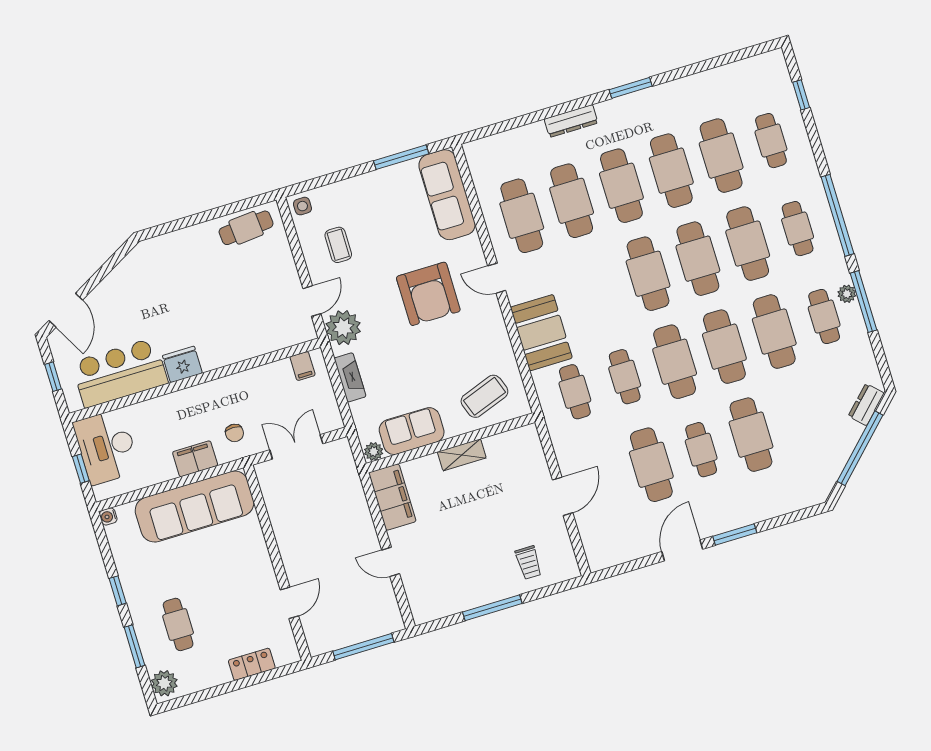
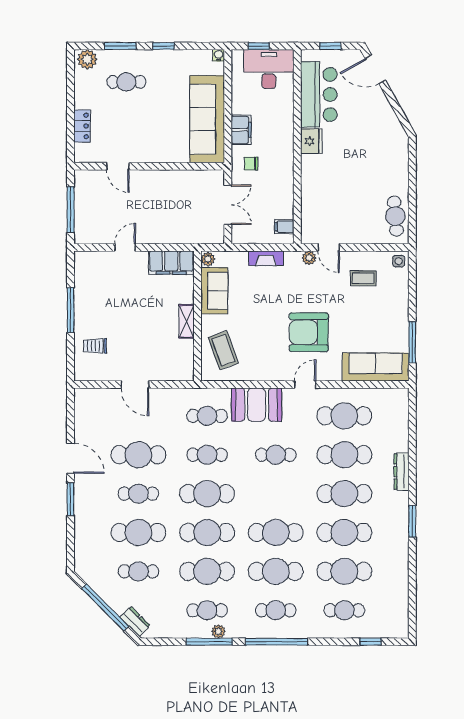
cafe table: (648, 274) -> (276, 455), moved, width x0.73, depth x0.74
plant: (343, 328) -> (309, 258), width x0.53, depth x0.53
cafe table: (801, 420) -> (138, 571), added

